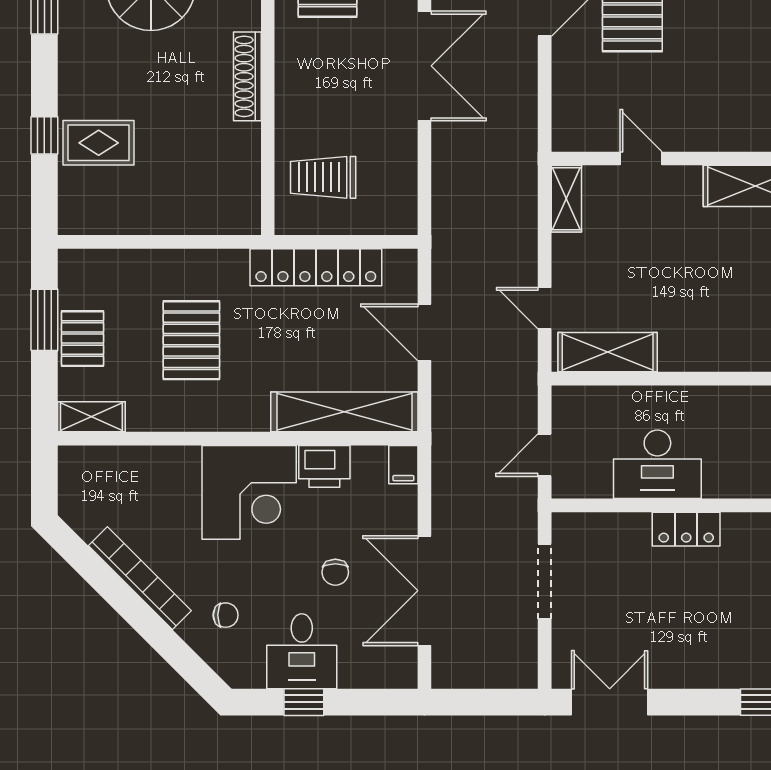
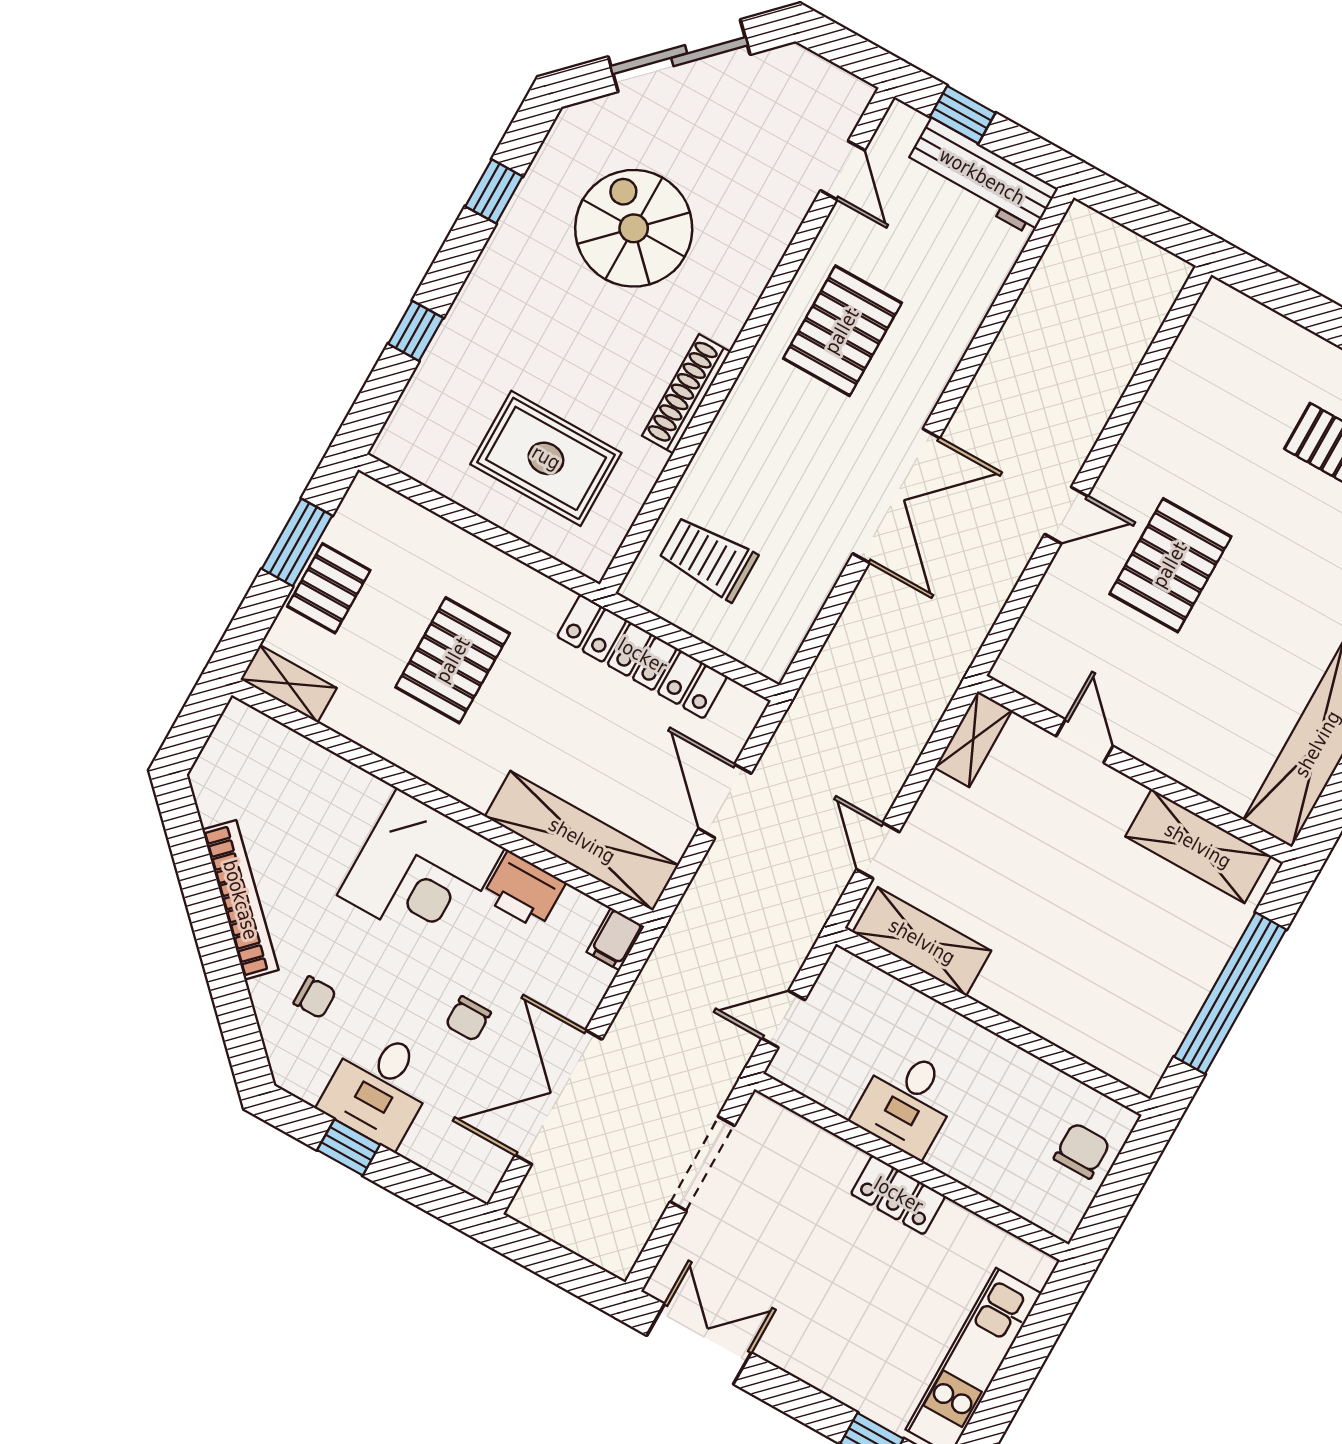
rug: (99, 143) -> (546, 458), moved, width x1.36, depth x1.43
desk: (657, 464) -> (907, 1102), width x0.73

